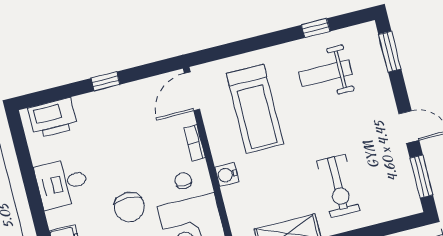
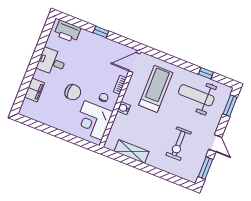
weight bench: (325, 73) -> (196, 95), width x1.36, depth x1.33
treadmill: (255, 109) -> (156, 89), turned 180
exercise bike: (338, 186) -> (179, 144), moved
chair: (129, 207) -> (73, 92), turned -90

